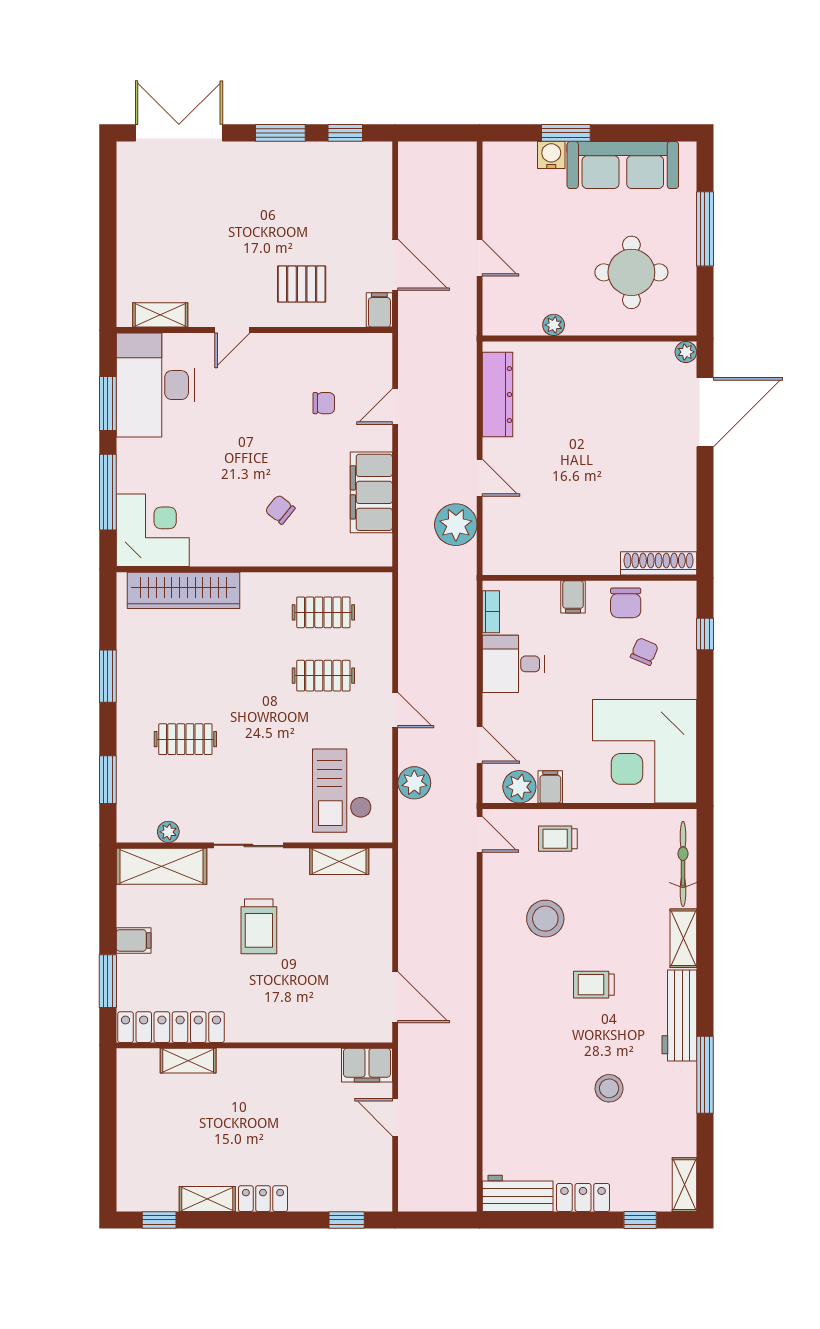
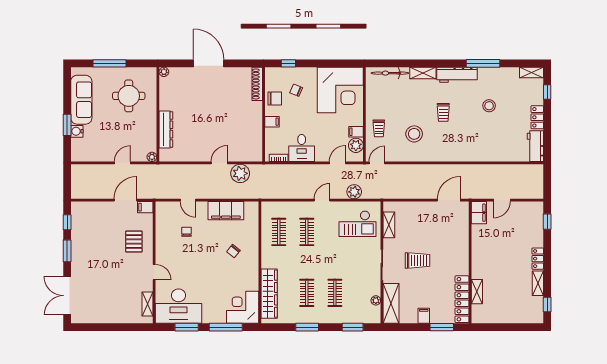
plant: (554, 325) -> (152, 157), moved
dresser: (498, 395) -> (166, 129), moved, turned 90
door: (705, 412) -> (209, 63), moved
clothes rail: (185, 676) -> (307, 293), added

